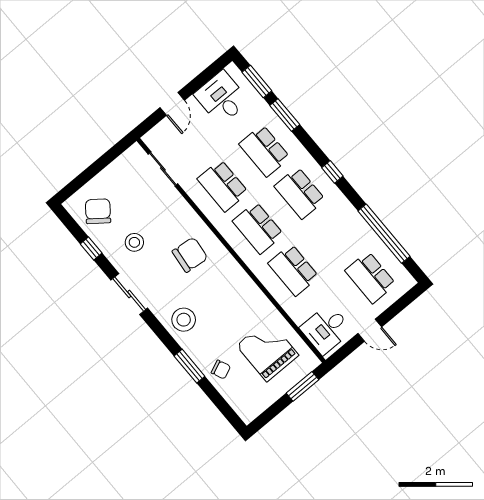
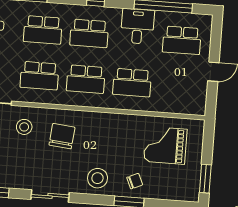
stool: (134, 242) -> (24, 127), moved
desk: (326, 329) -> (137, 26), moved, turned 180
chair: (221, 370) -> (135, 181), moved
window: (303, 386) -> (205, 179), moved

